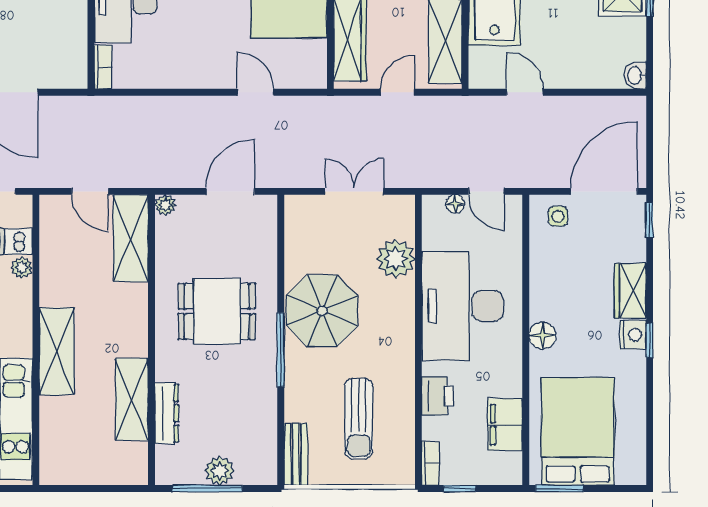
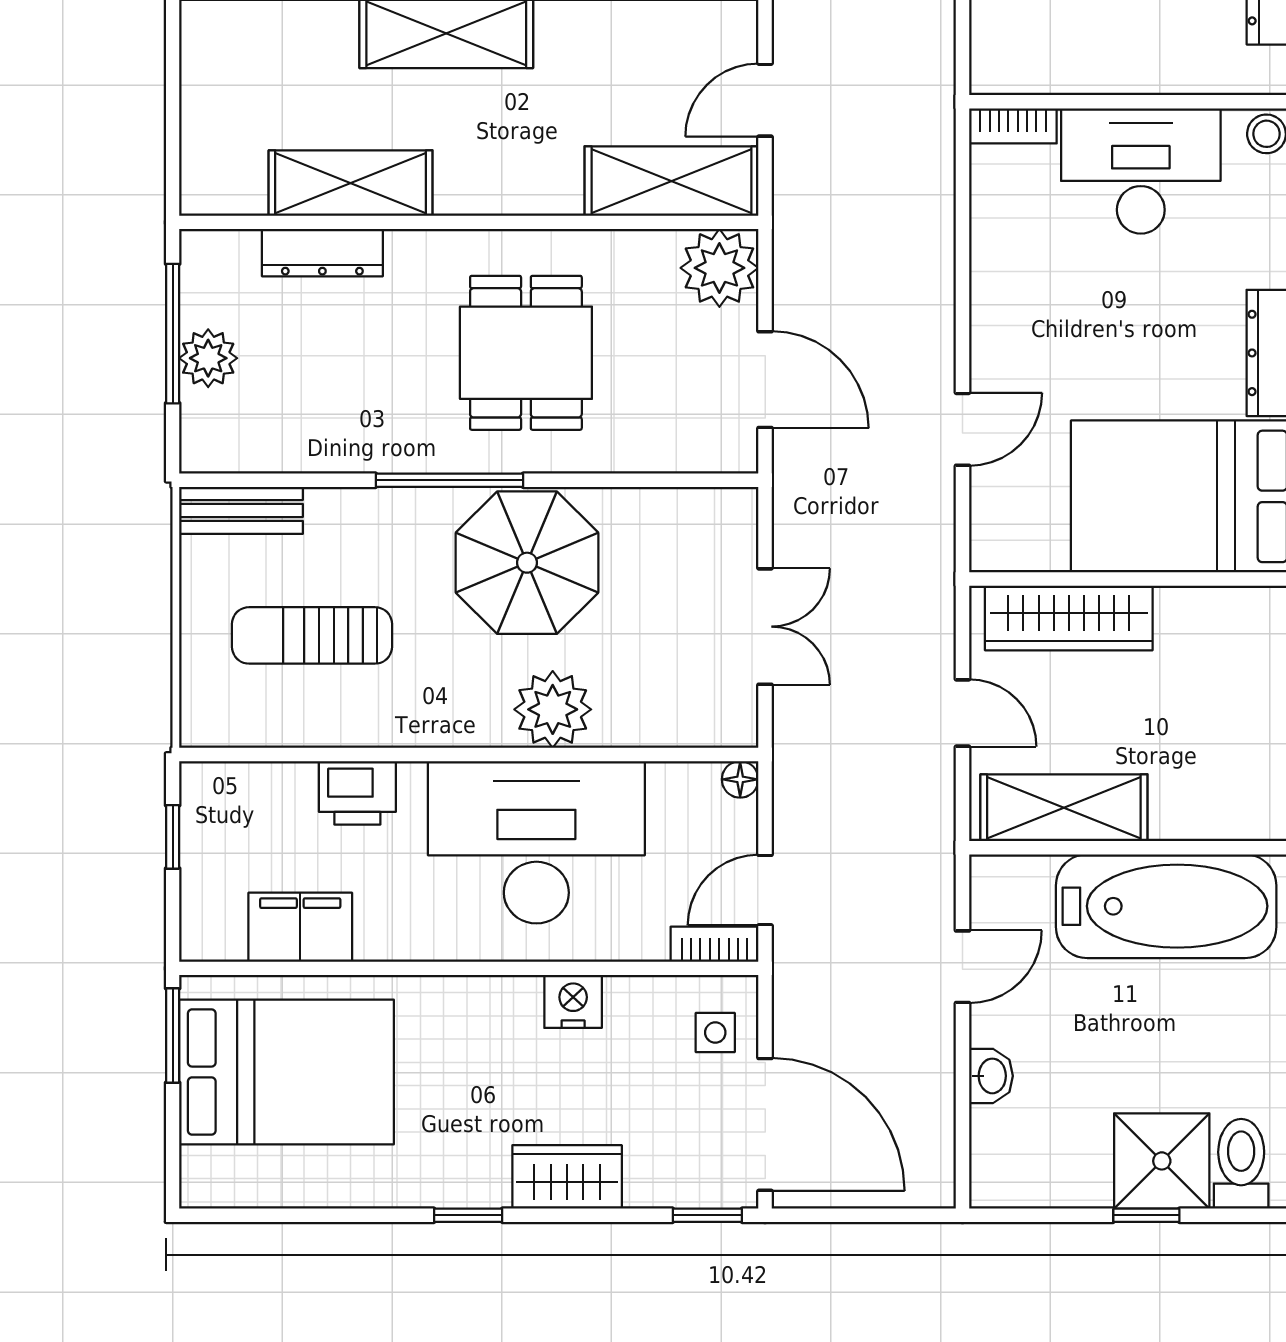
washbasin: (635, 75) -> (991, 1076), moved, turned 90
floor lamp: (455, 204) -> (740, 779), moved
plant: (165, 205) -> (719, 268), width x1.87, depth x1.87
plant: (396, 259) -> (553, 709), moved
nightstand: (633, 335) -> (573, 1001), moved, turned 180
floor lamp: (543, 336) -> (478, 1002), removed
bookcase: (431, 463) -> (714, 944), moved, turned 180

